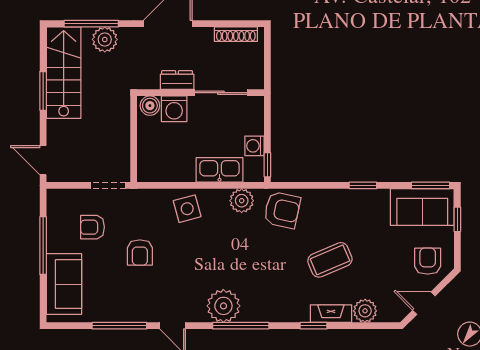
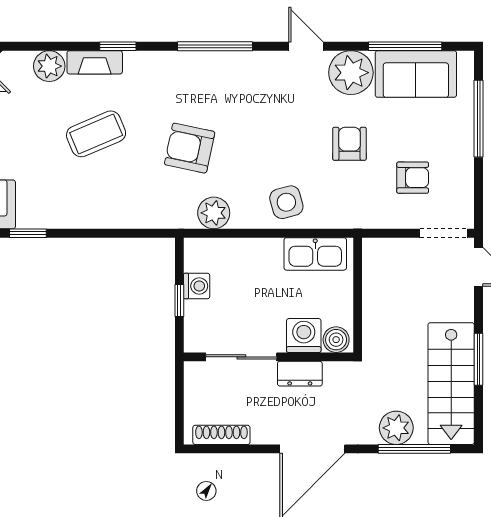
window: (267, 165) -> (179, 301), moved
kitchen sink: (219, 170) -> (315, 254), moved
doorway: (108, 185) -> (443, 233), moved
window: (363, 185) -> (28, 233), moved
armchair: (282, 210) -> (190, 148), moved
window: (43, 246) -> (478, 119), moved
sofa: (64, 284) -> (416, 74), moved, turned -90
plant: (223, 306) -> (351, 73), moved
window: (119, 326) -> (405, 46), moved

